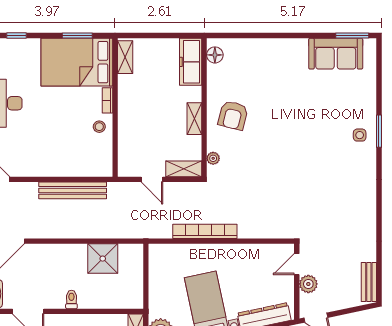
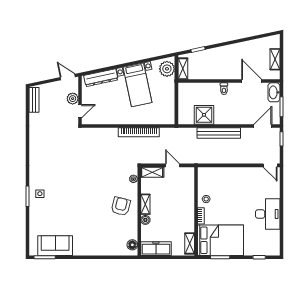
freezer: (191, 62) -> (156, 249), moved, turned -90
boiler: (194, 94) -> (145, 220), added
bench: (73, 190) -> (219, 133), moved

